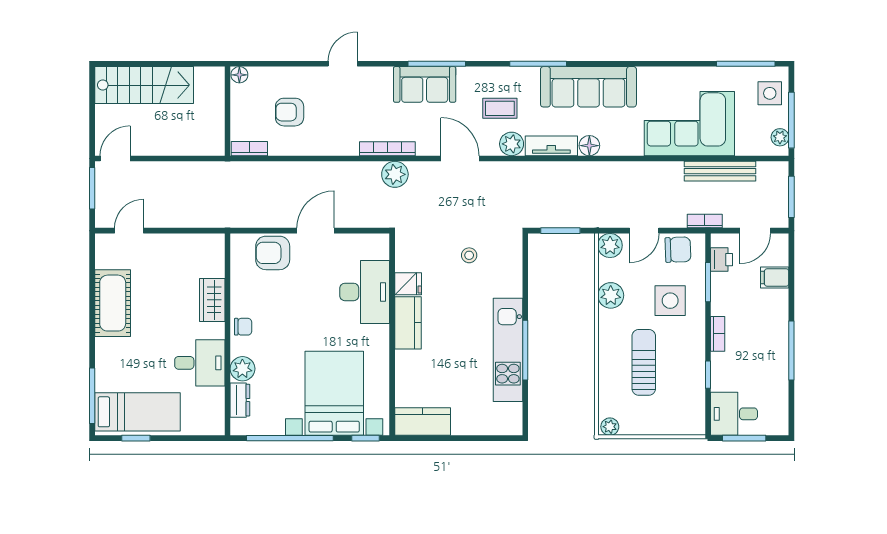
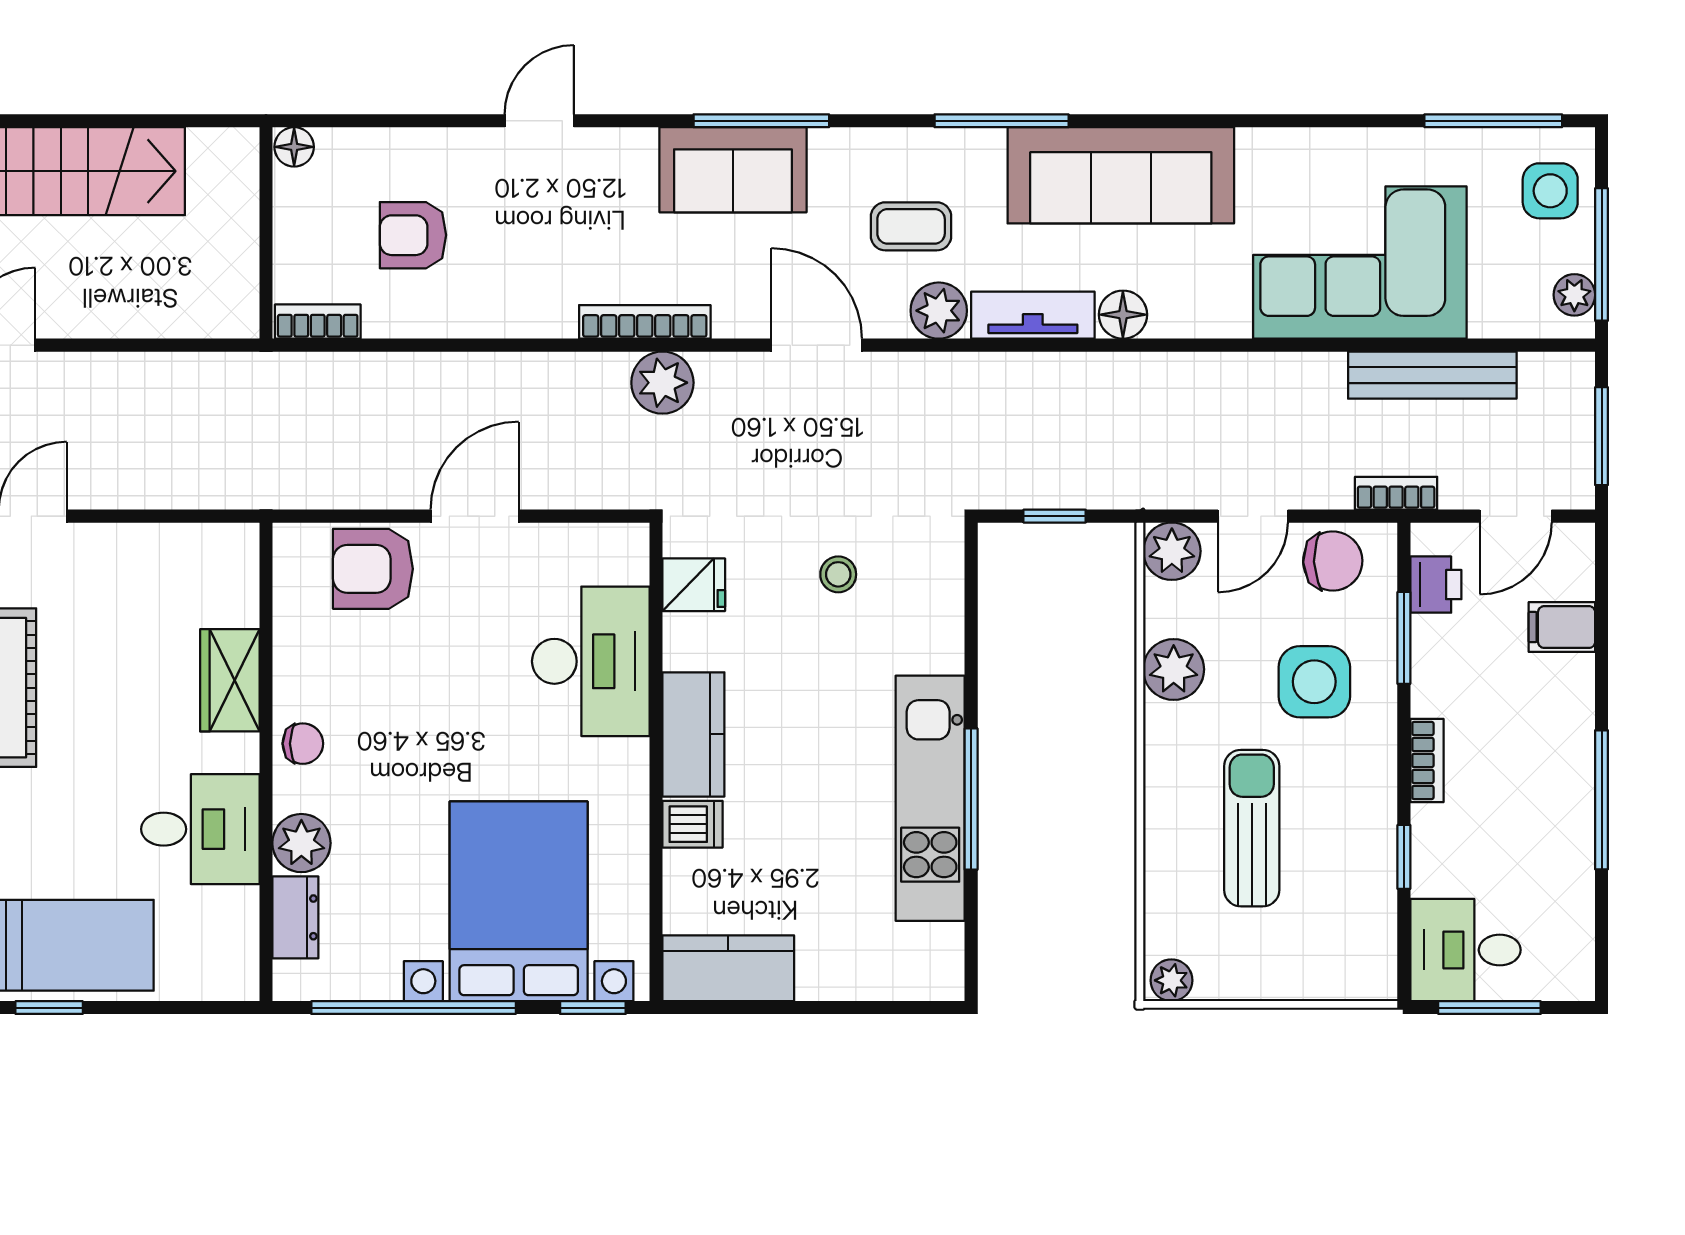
window: (560, 231) -> (1055, 516), width x0.67
fridge: (408, 284) -> (694, 585), moved
dishwasher: (408, 361) -> (692, 824), added

